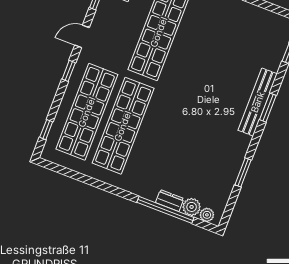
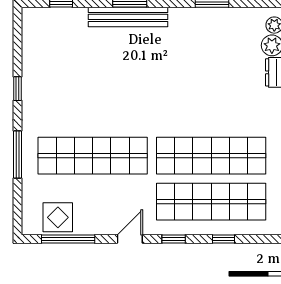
door: (82, 36) -> (130, 239), swing flipped
window: (46, 130) -> (224, 239), moved

